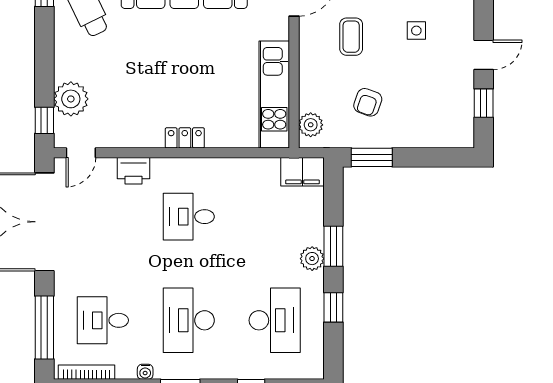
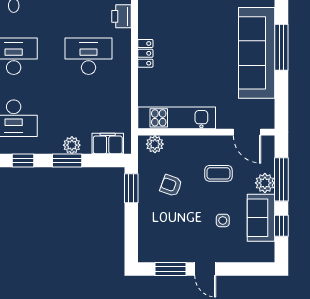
window: (484, 103) -> (170, 269), width x1.50
filing cabinet: (302, 172) -> (108, 143), moved, turned 90
desk: (189, 217) -> (88, 56), width x1.37
plant: (312, 259) -> (72, 145), moved

